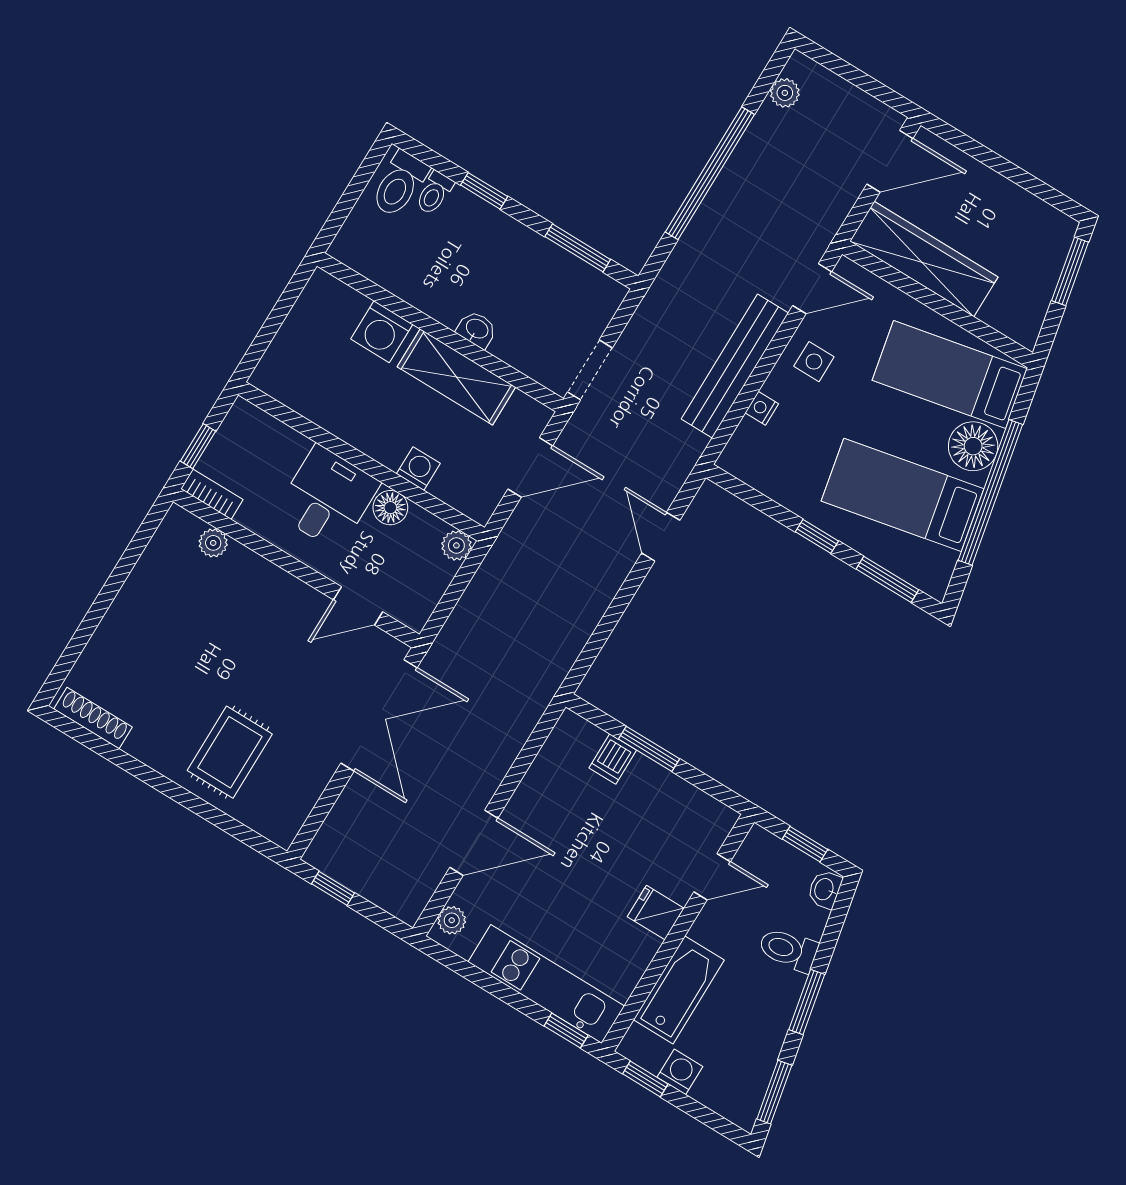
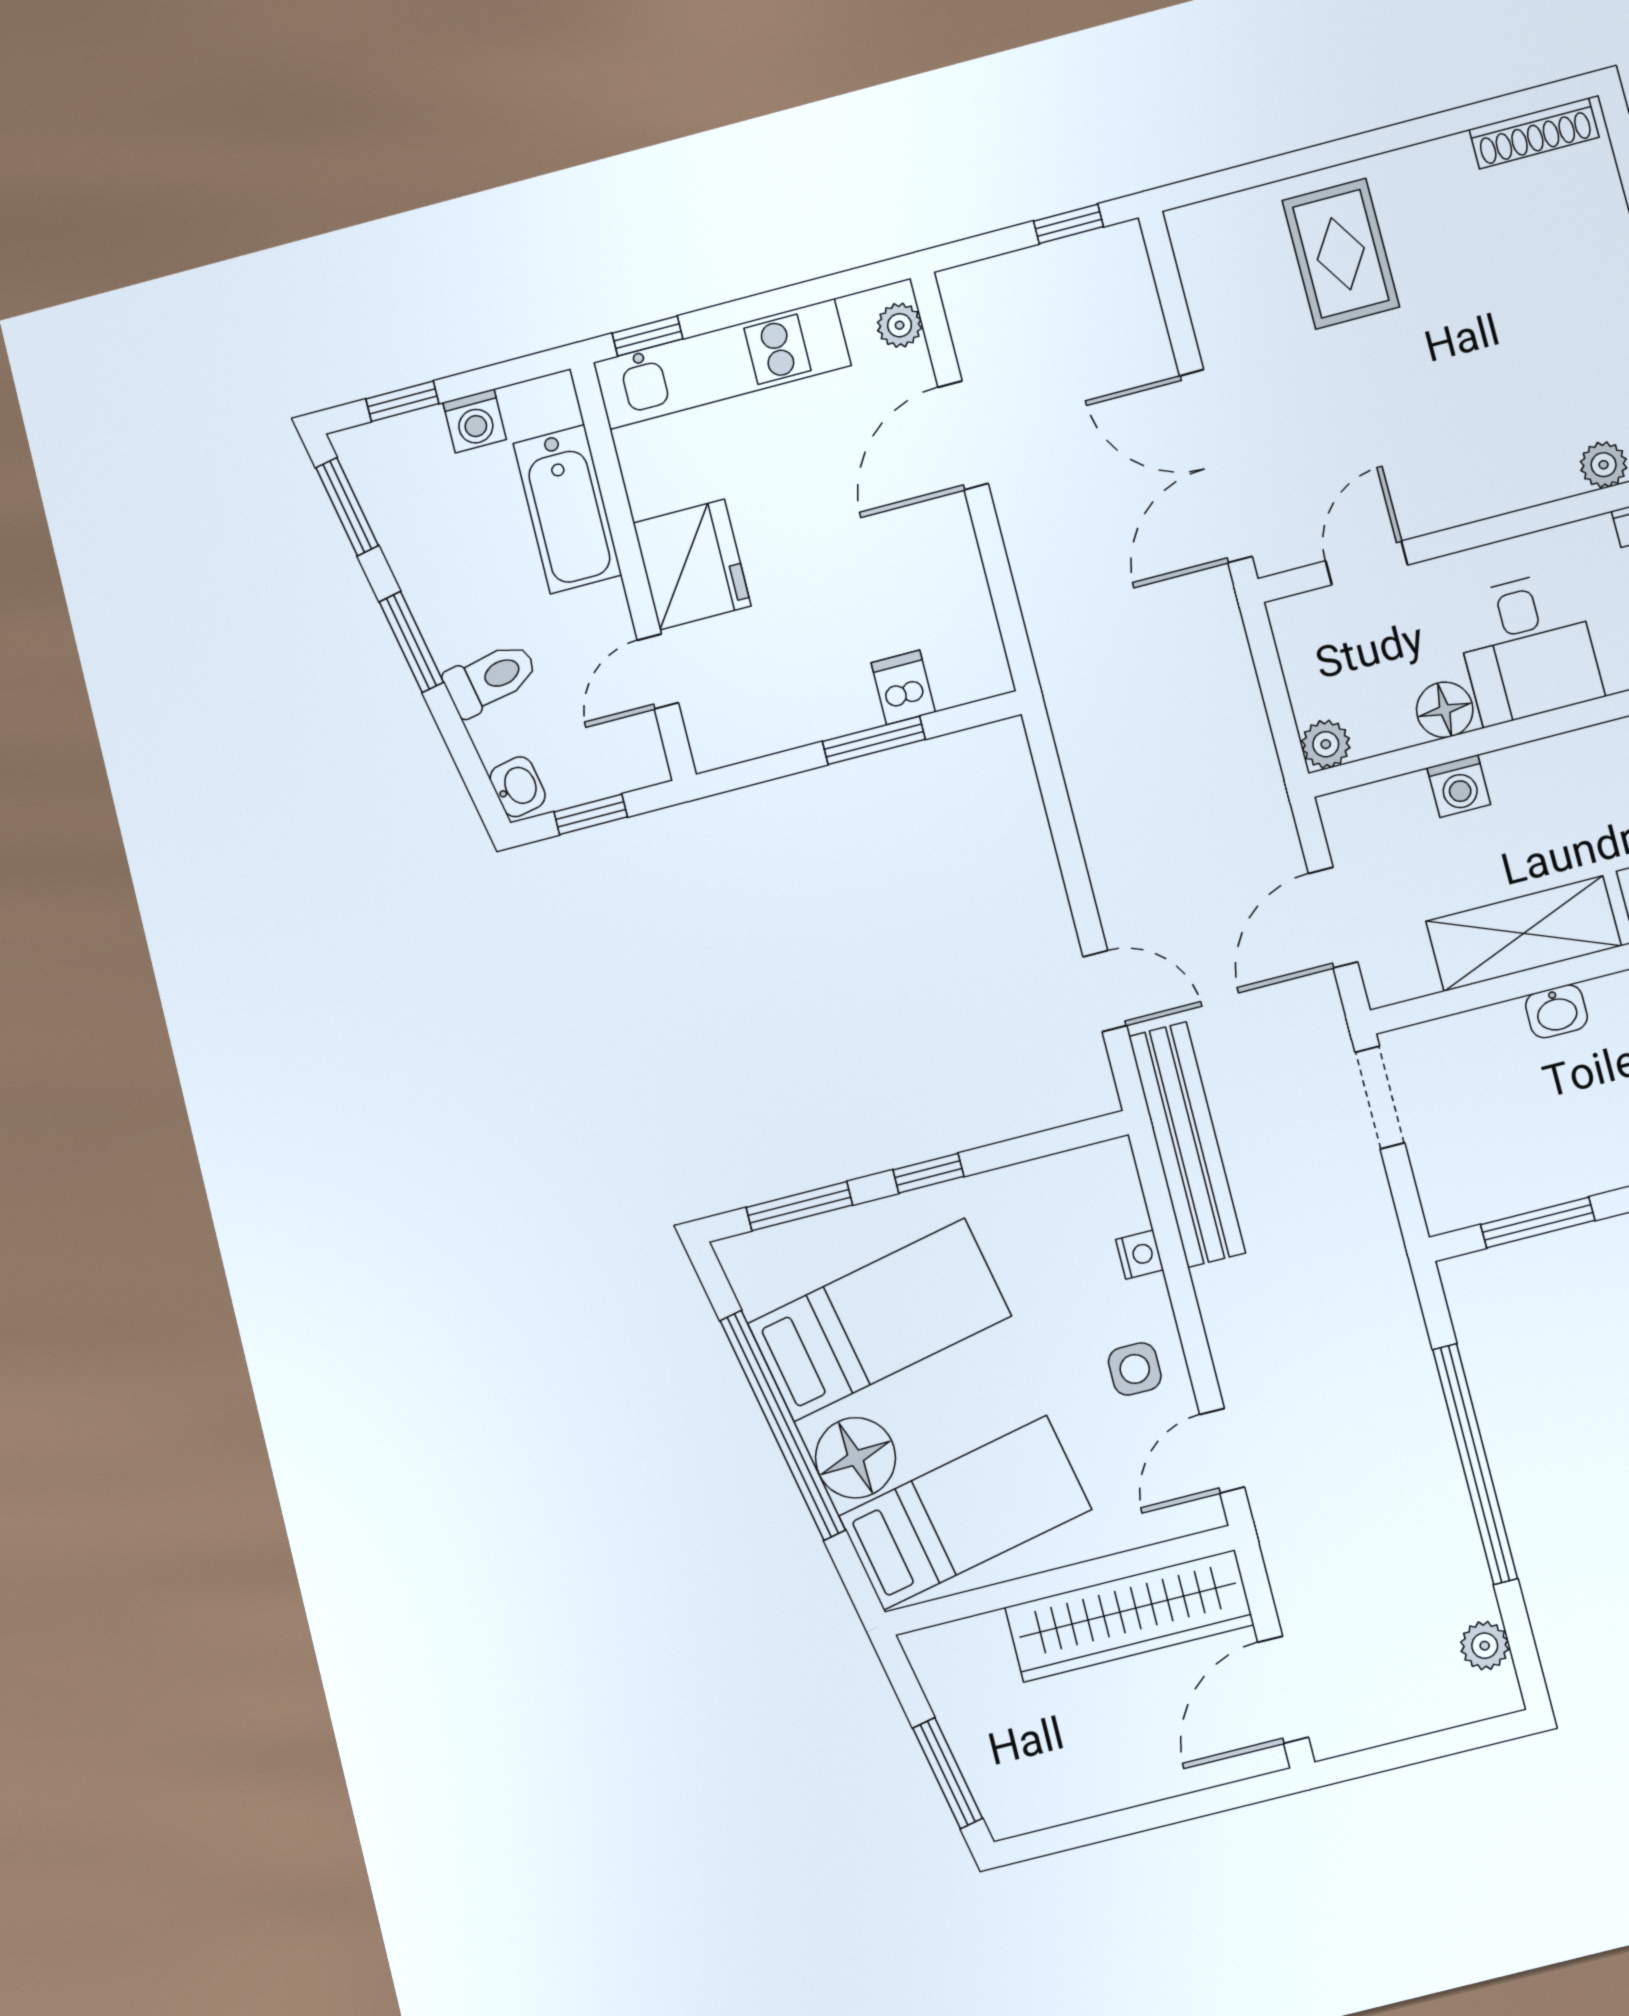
bench: (735, 366) -> (1187, 1144), moved
fridge: (656, 912) -> (692, 564), width x1.88, depth x1.34
window: (645, 1079) -> (402, 401), moved

